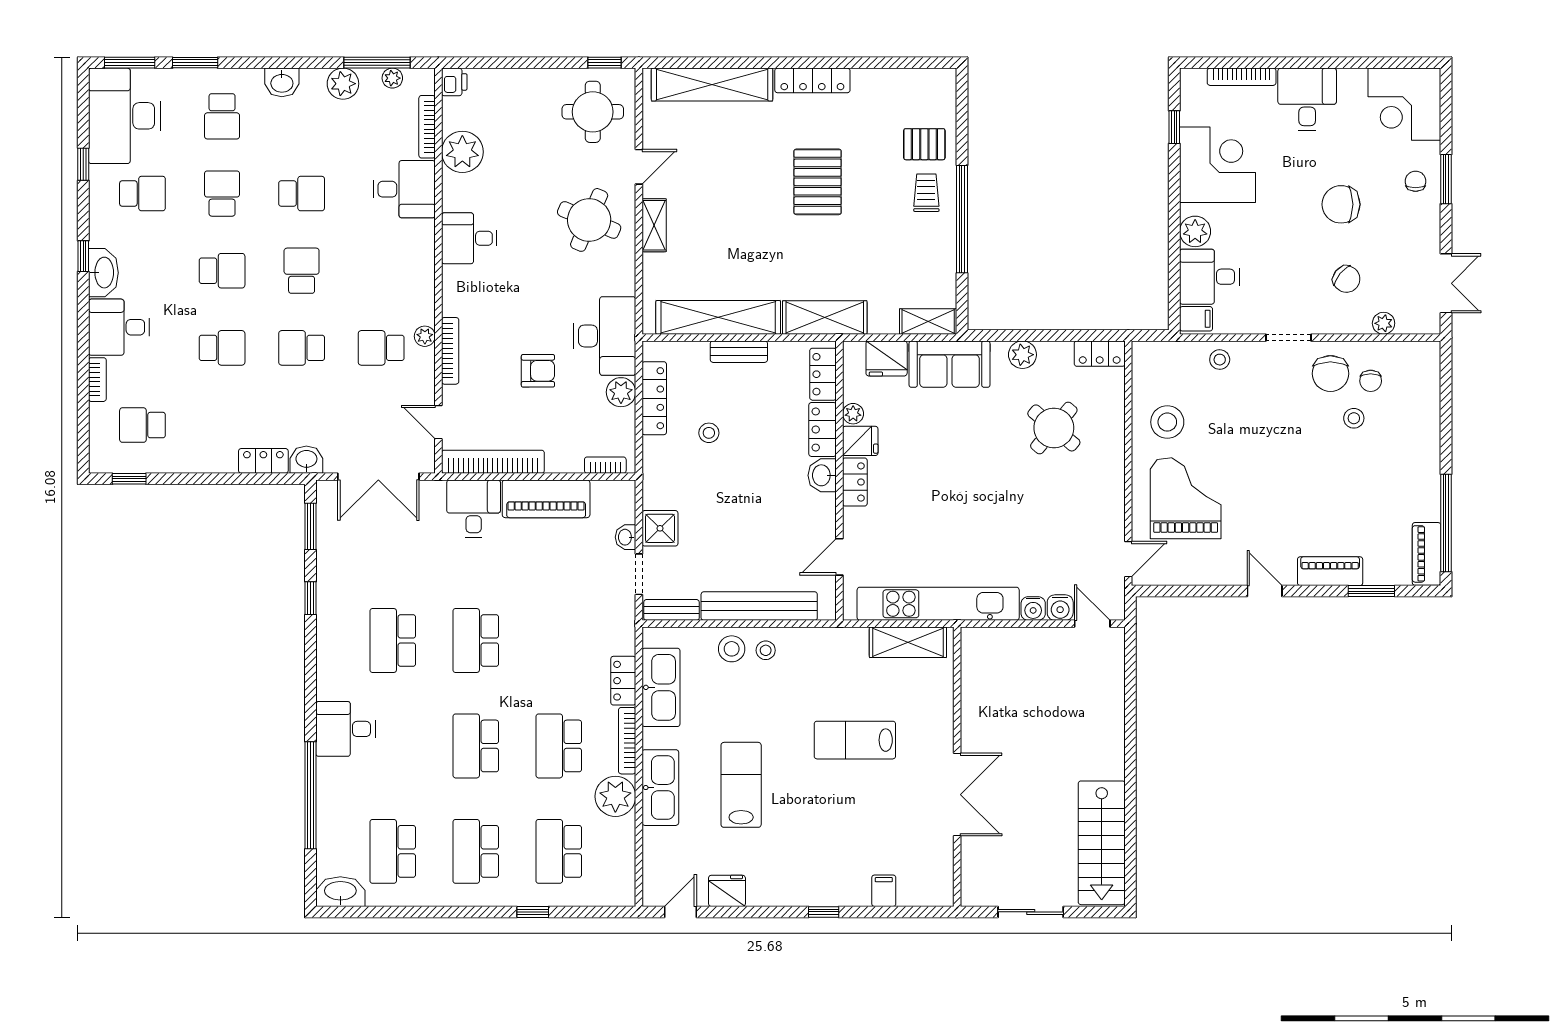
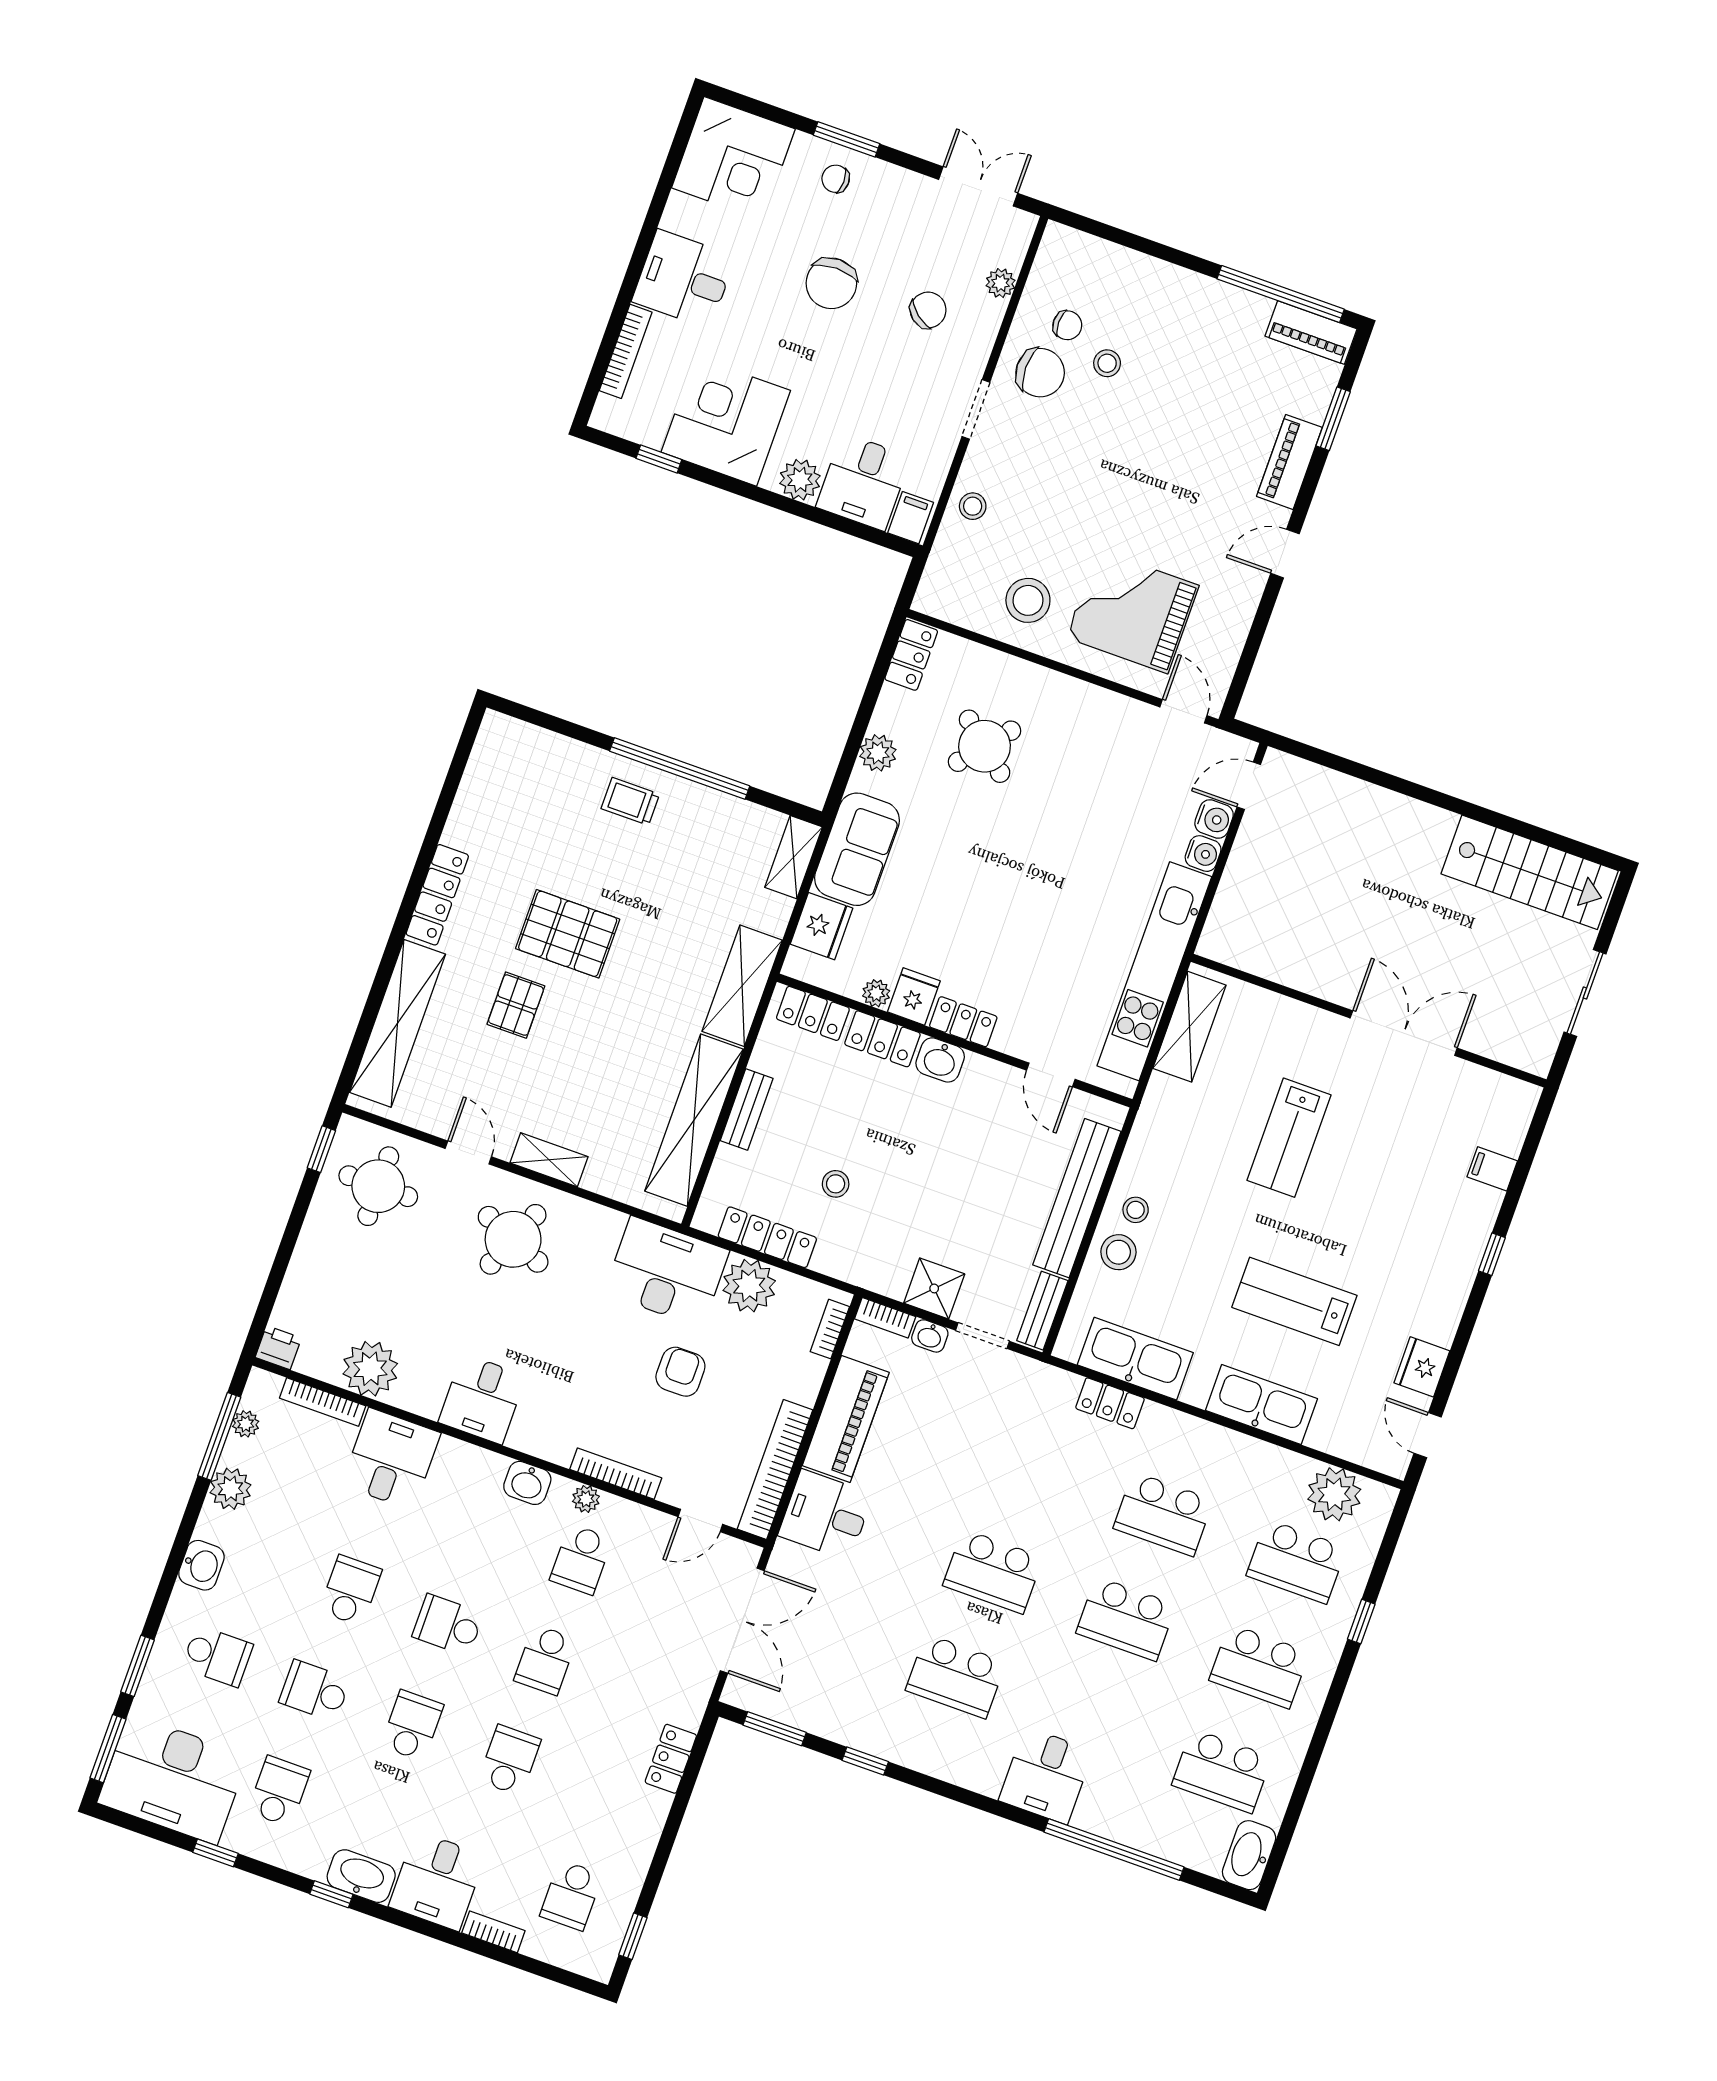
pallet: (924, 144) -> (516, 1005), moved
plant: (621, 392) -> (749, 1286), width x1.36, depth x1.36
washbasin: (306, 460) -> (527, 1483), moved, turned -90
bookcase: (627, 741) -> (885, 1318), moved, width x0.64
plant: (615, 796) -> (1334, 1494), moved

